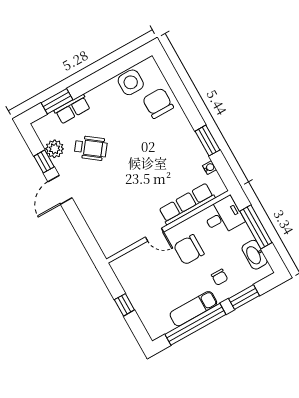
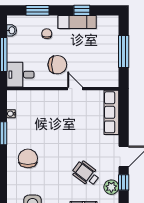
chair: (158, 103) -> (28, 158), moved, turned 180
row of seats: (187, 204) -> (111, 112), moved, turned 90
washbasin: (255, 255) -> (12, 30), width x0.52, depth x0.69
window: (124, 305) -> (124, 52), width x2.17
window: (195, 324) -> (82, 10), width x0.32

